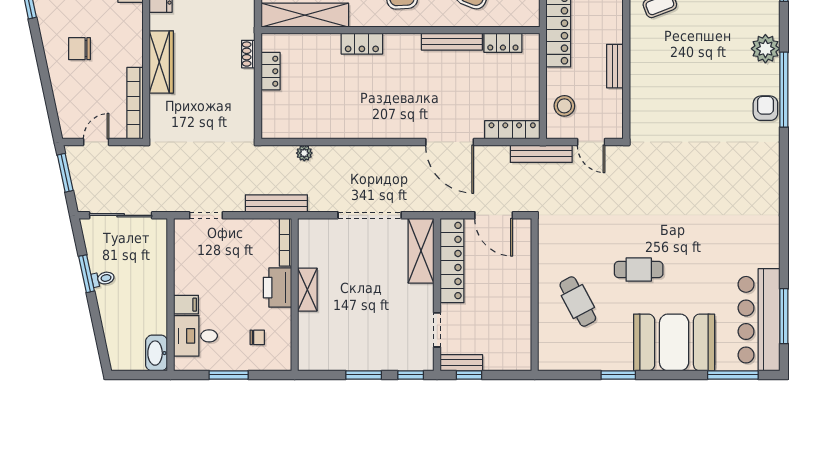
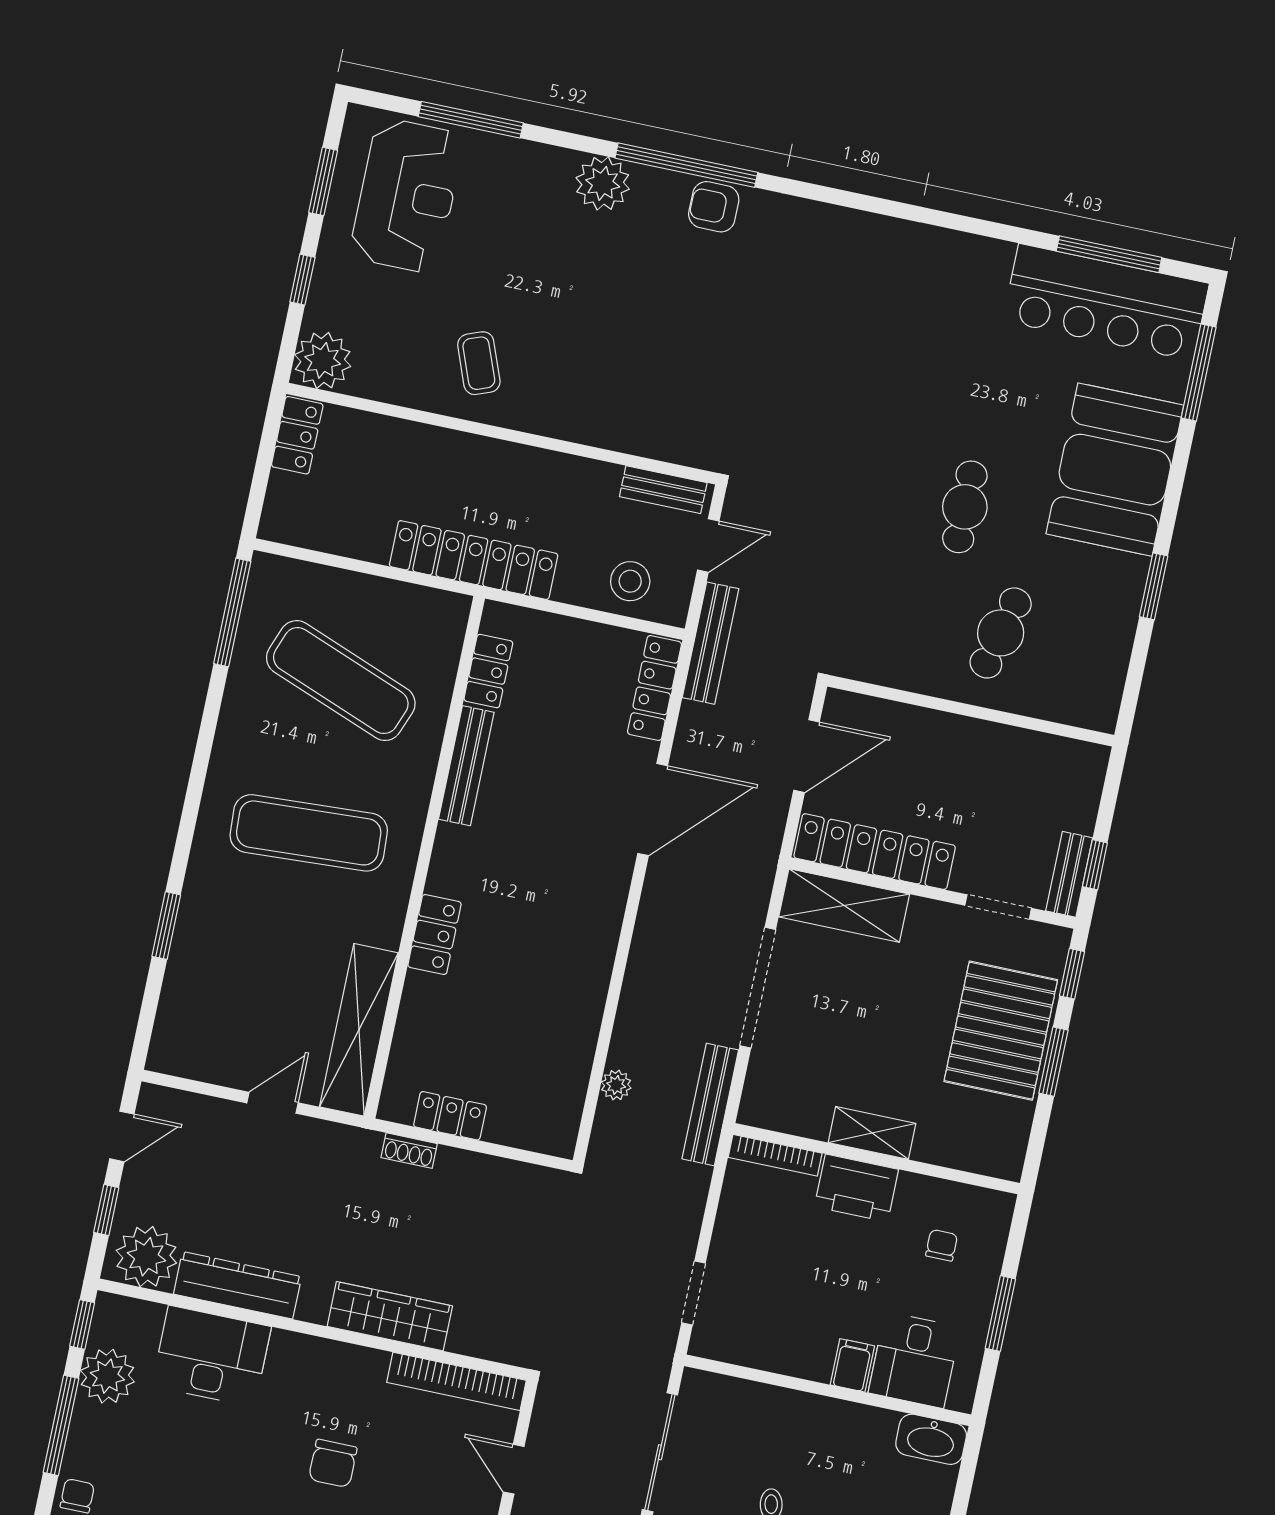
bench: (615, 66) -> (663, 490), moved
bench: (276, 204) -> (710, 1104), moved
cafe table: (578, 302) -> (1001, 633), turned -48
pallet: (374, 345) -> (1001, 1031), added

